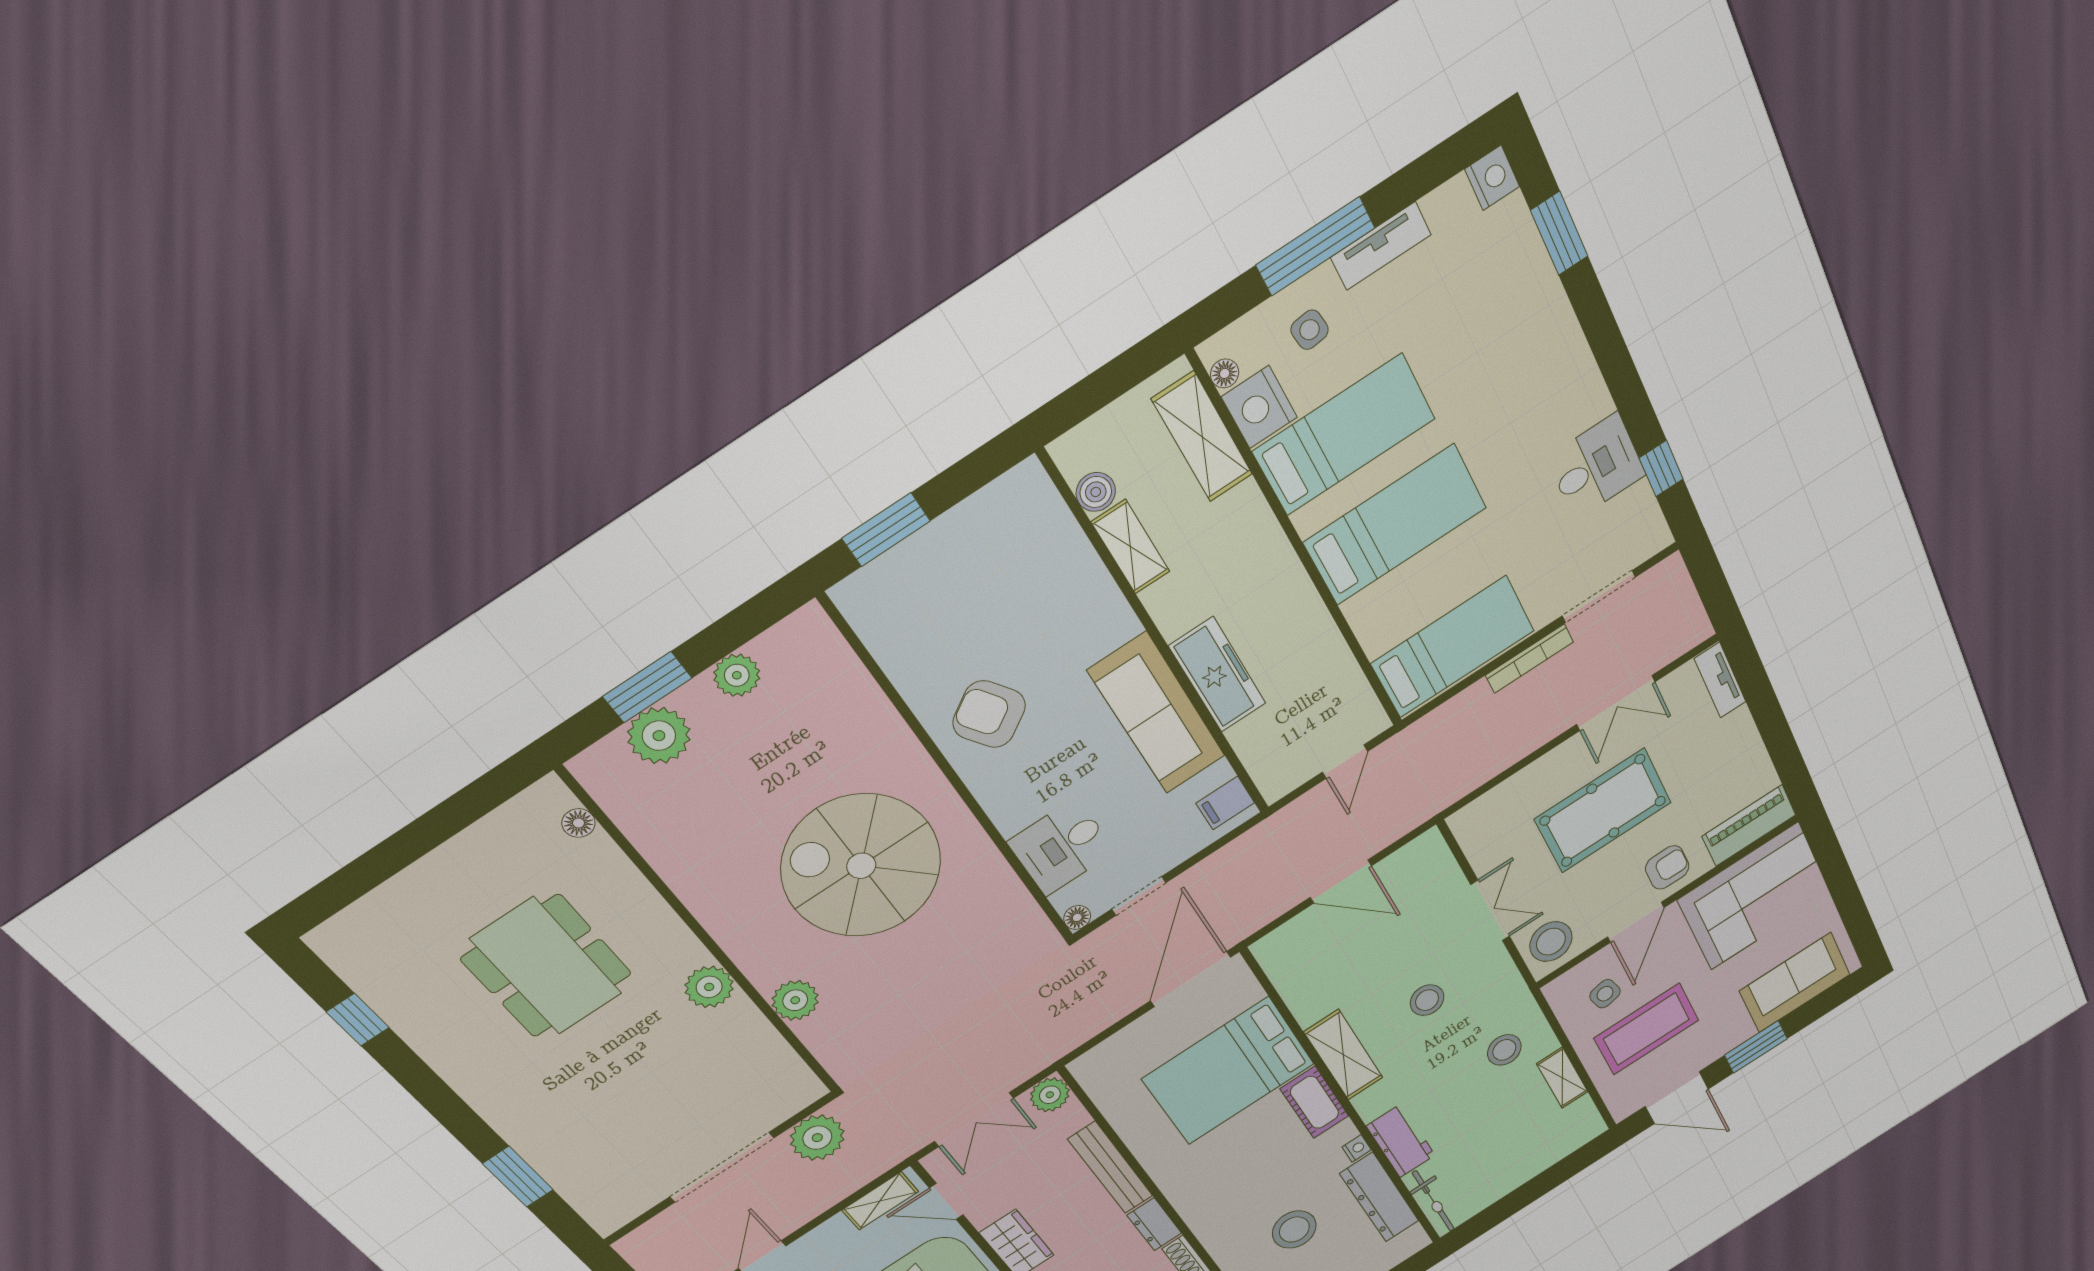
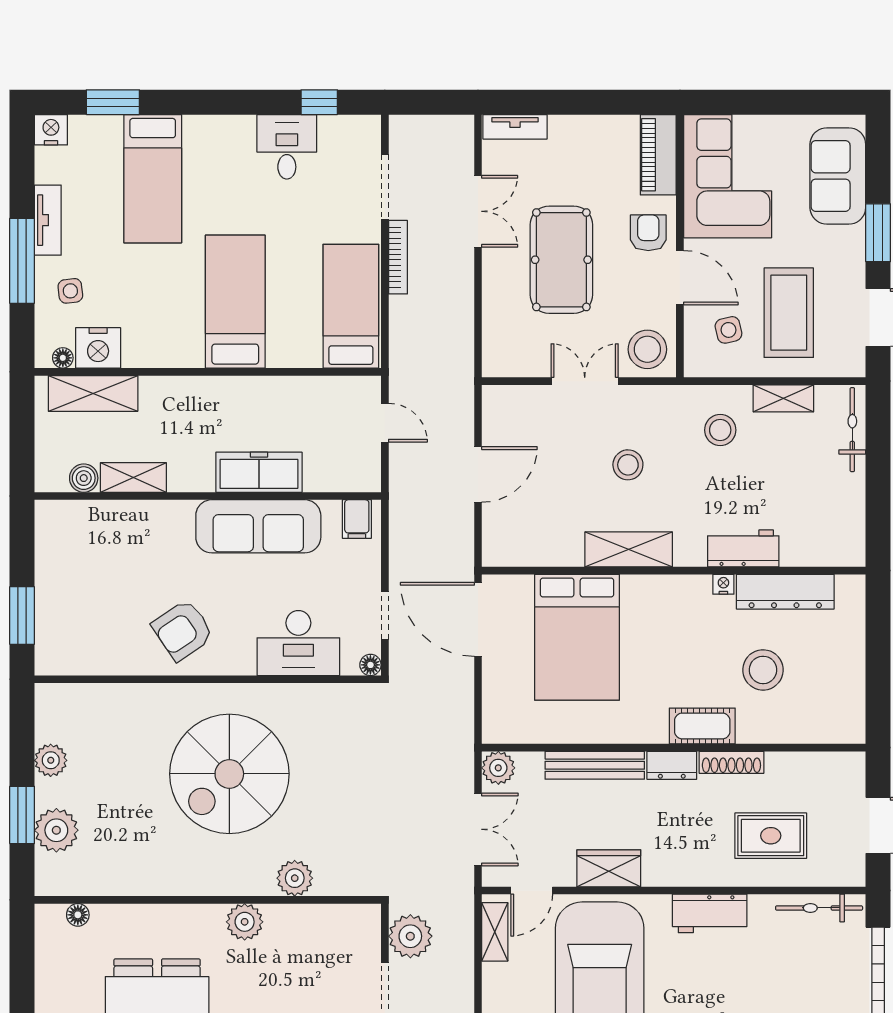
bed: (1344, 435) -> (153, 179), moved, turned 180
desk: (1061, 847) -> (298, 643), width x1.37
cot: (1315, 1102) -> (702, 726), moved
bicycle: (1433, 1201) -> (852, 430), moved, turned -90

